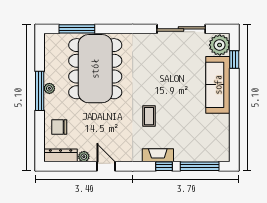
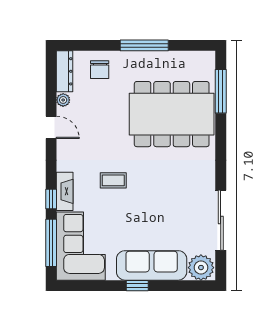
window: (234, 60) -> (137, 286), moved
plant: (49, 88) -> (147, 57), removed
chair: (59, 127) -> (100, 70), turned 180
corner sofa: (202, 142) -> (81, 246), added
door: (106, 166) -> (51, 127), hinge flipped

